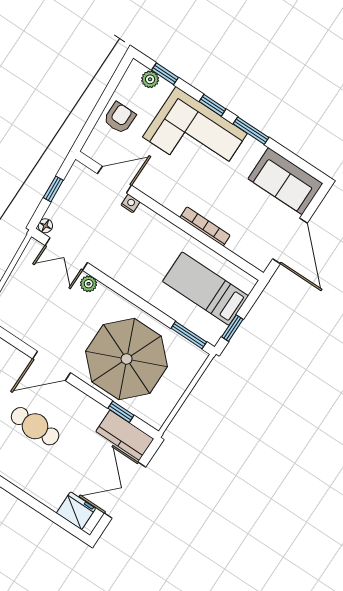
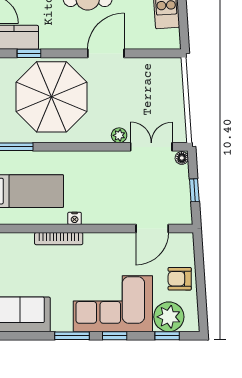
plant: (150, 79) -> (169, 317), width x1.87, depth x1.87
armchair: (120, 118) -> (180, 279), turned 90
nightstand: (130, 203) -> (75, 218), moved

